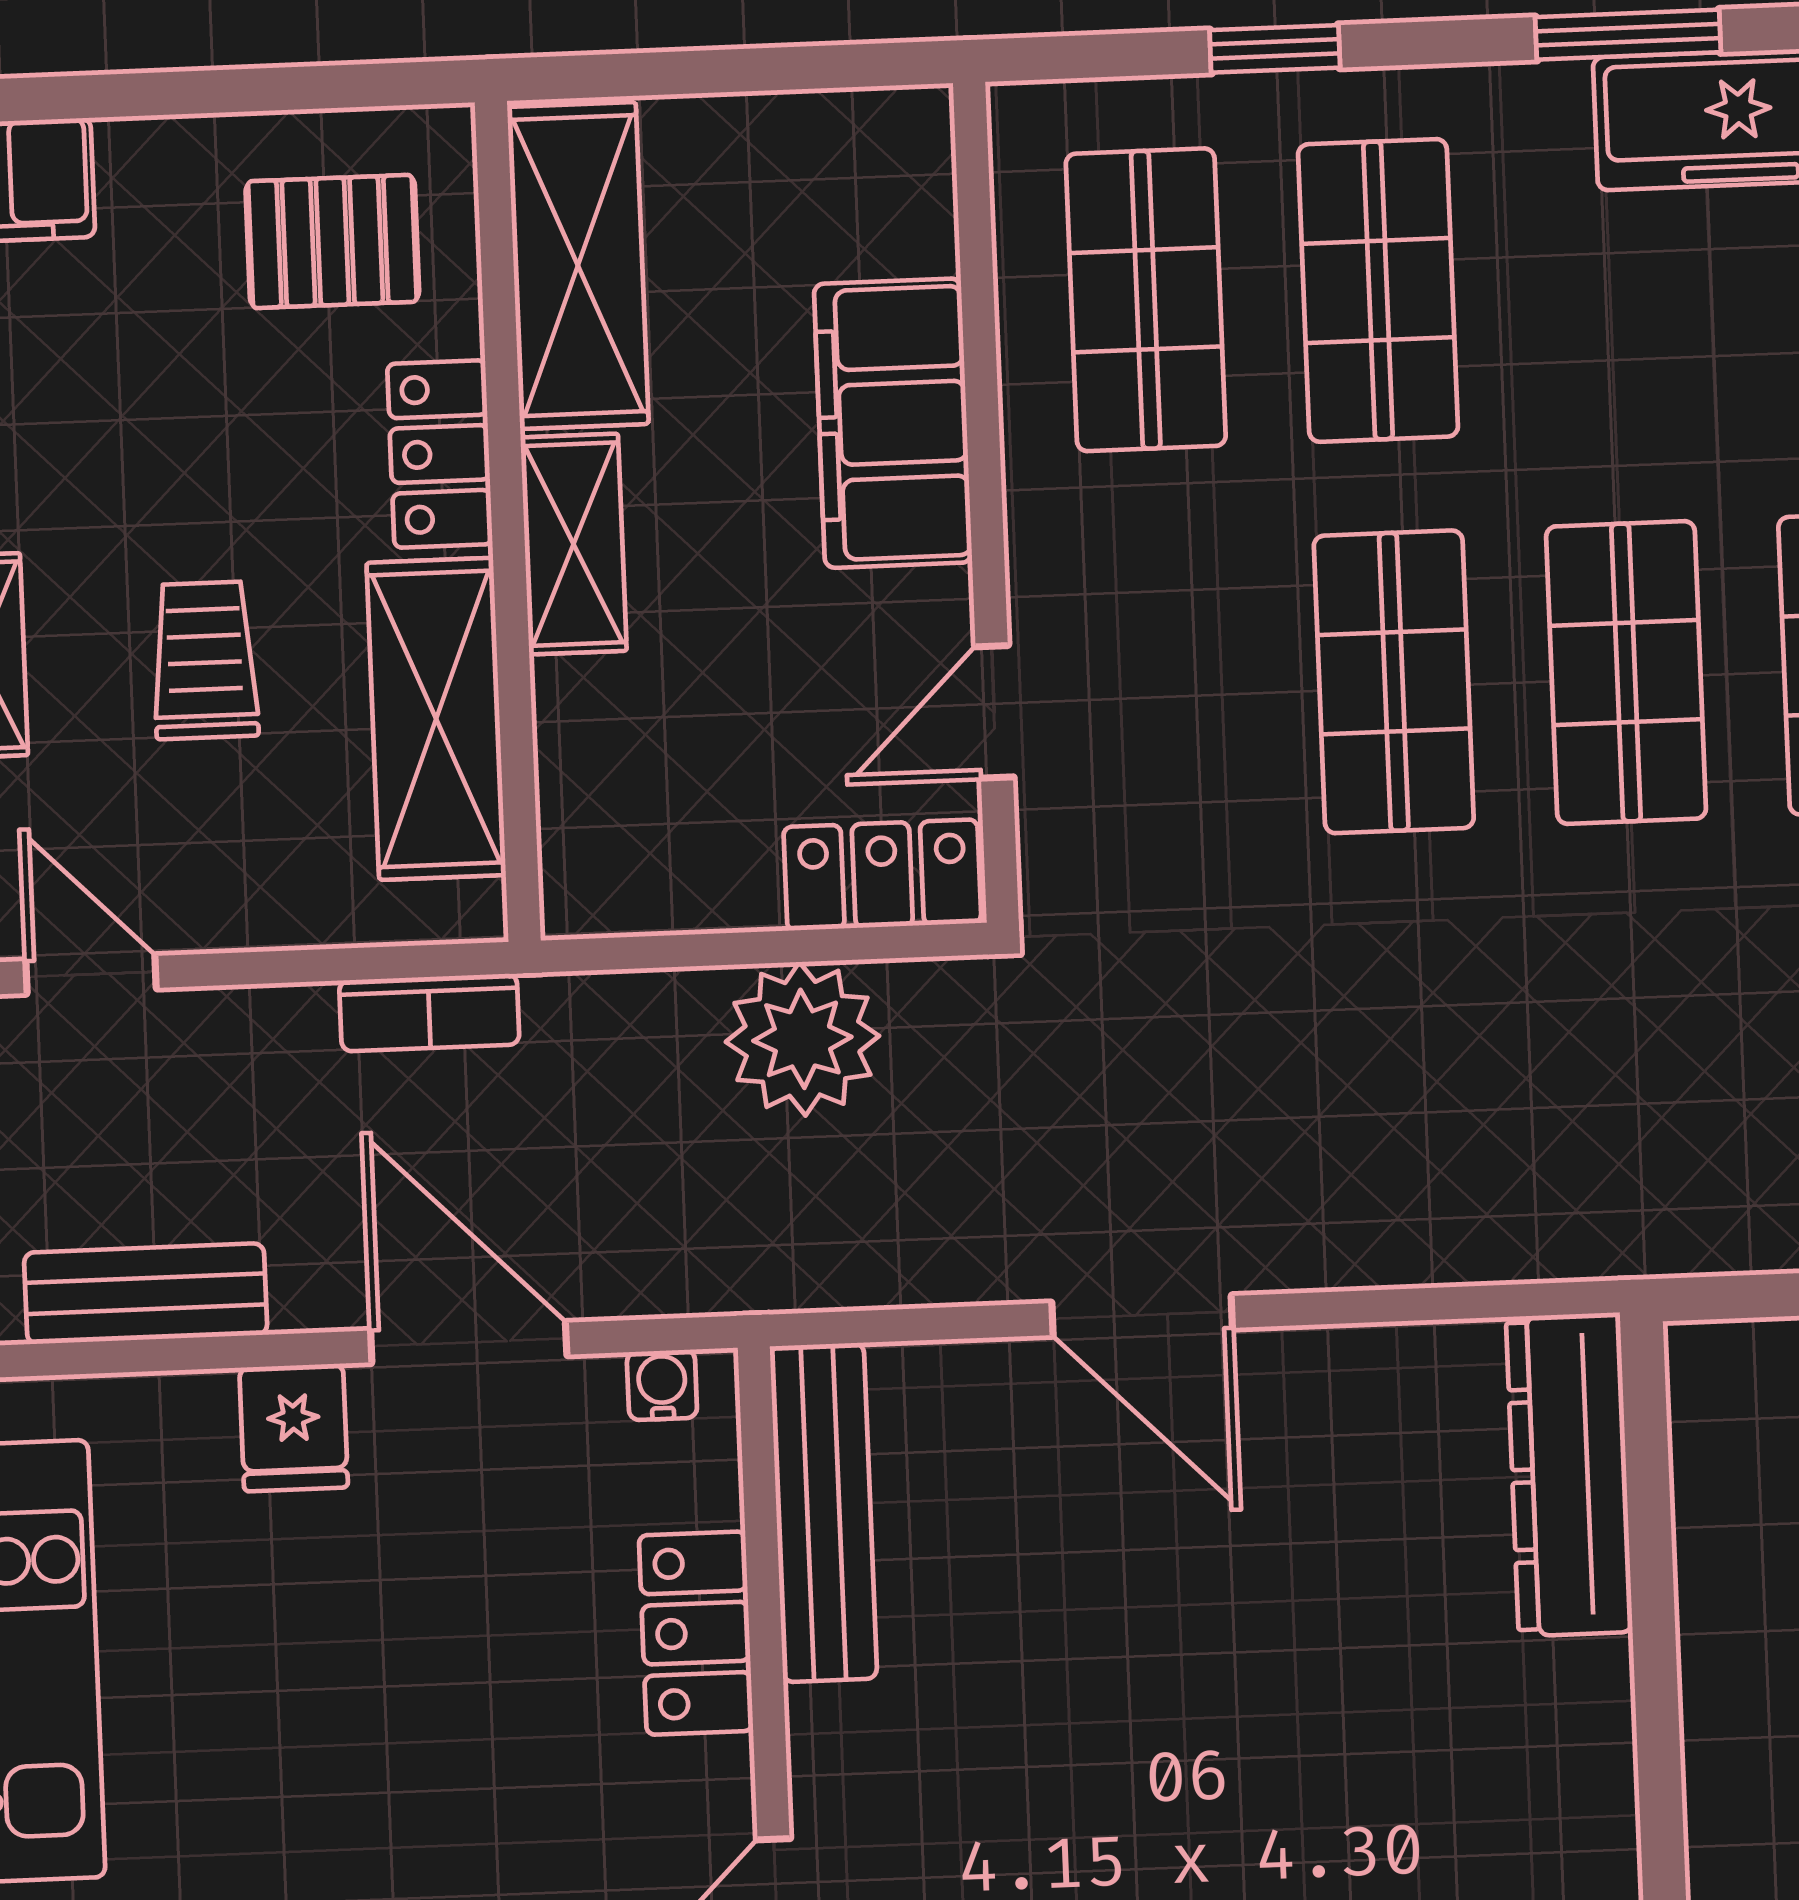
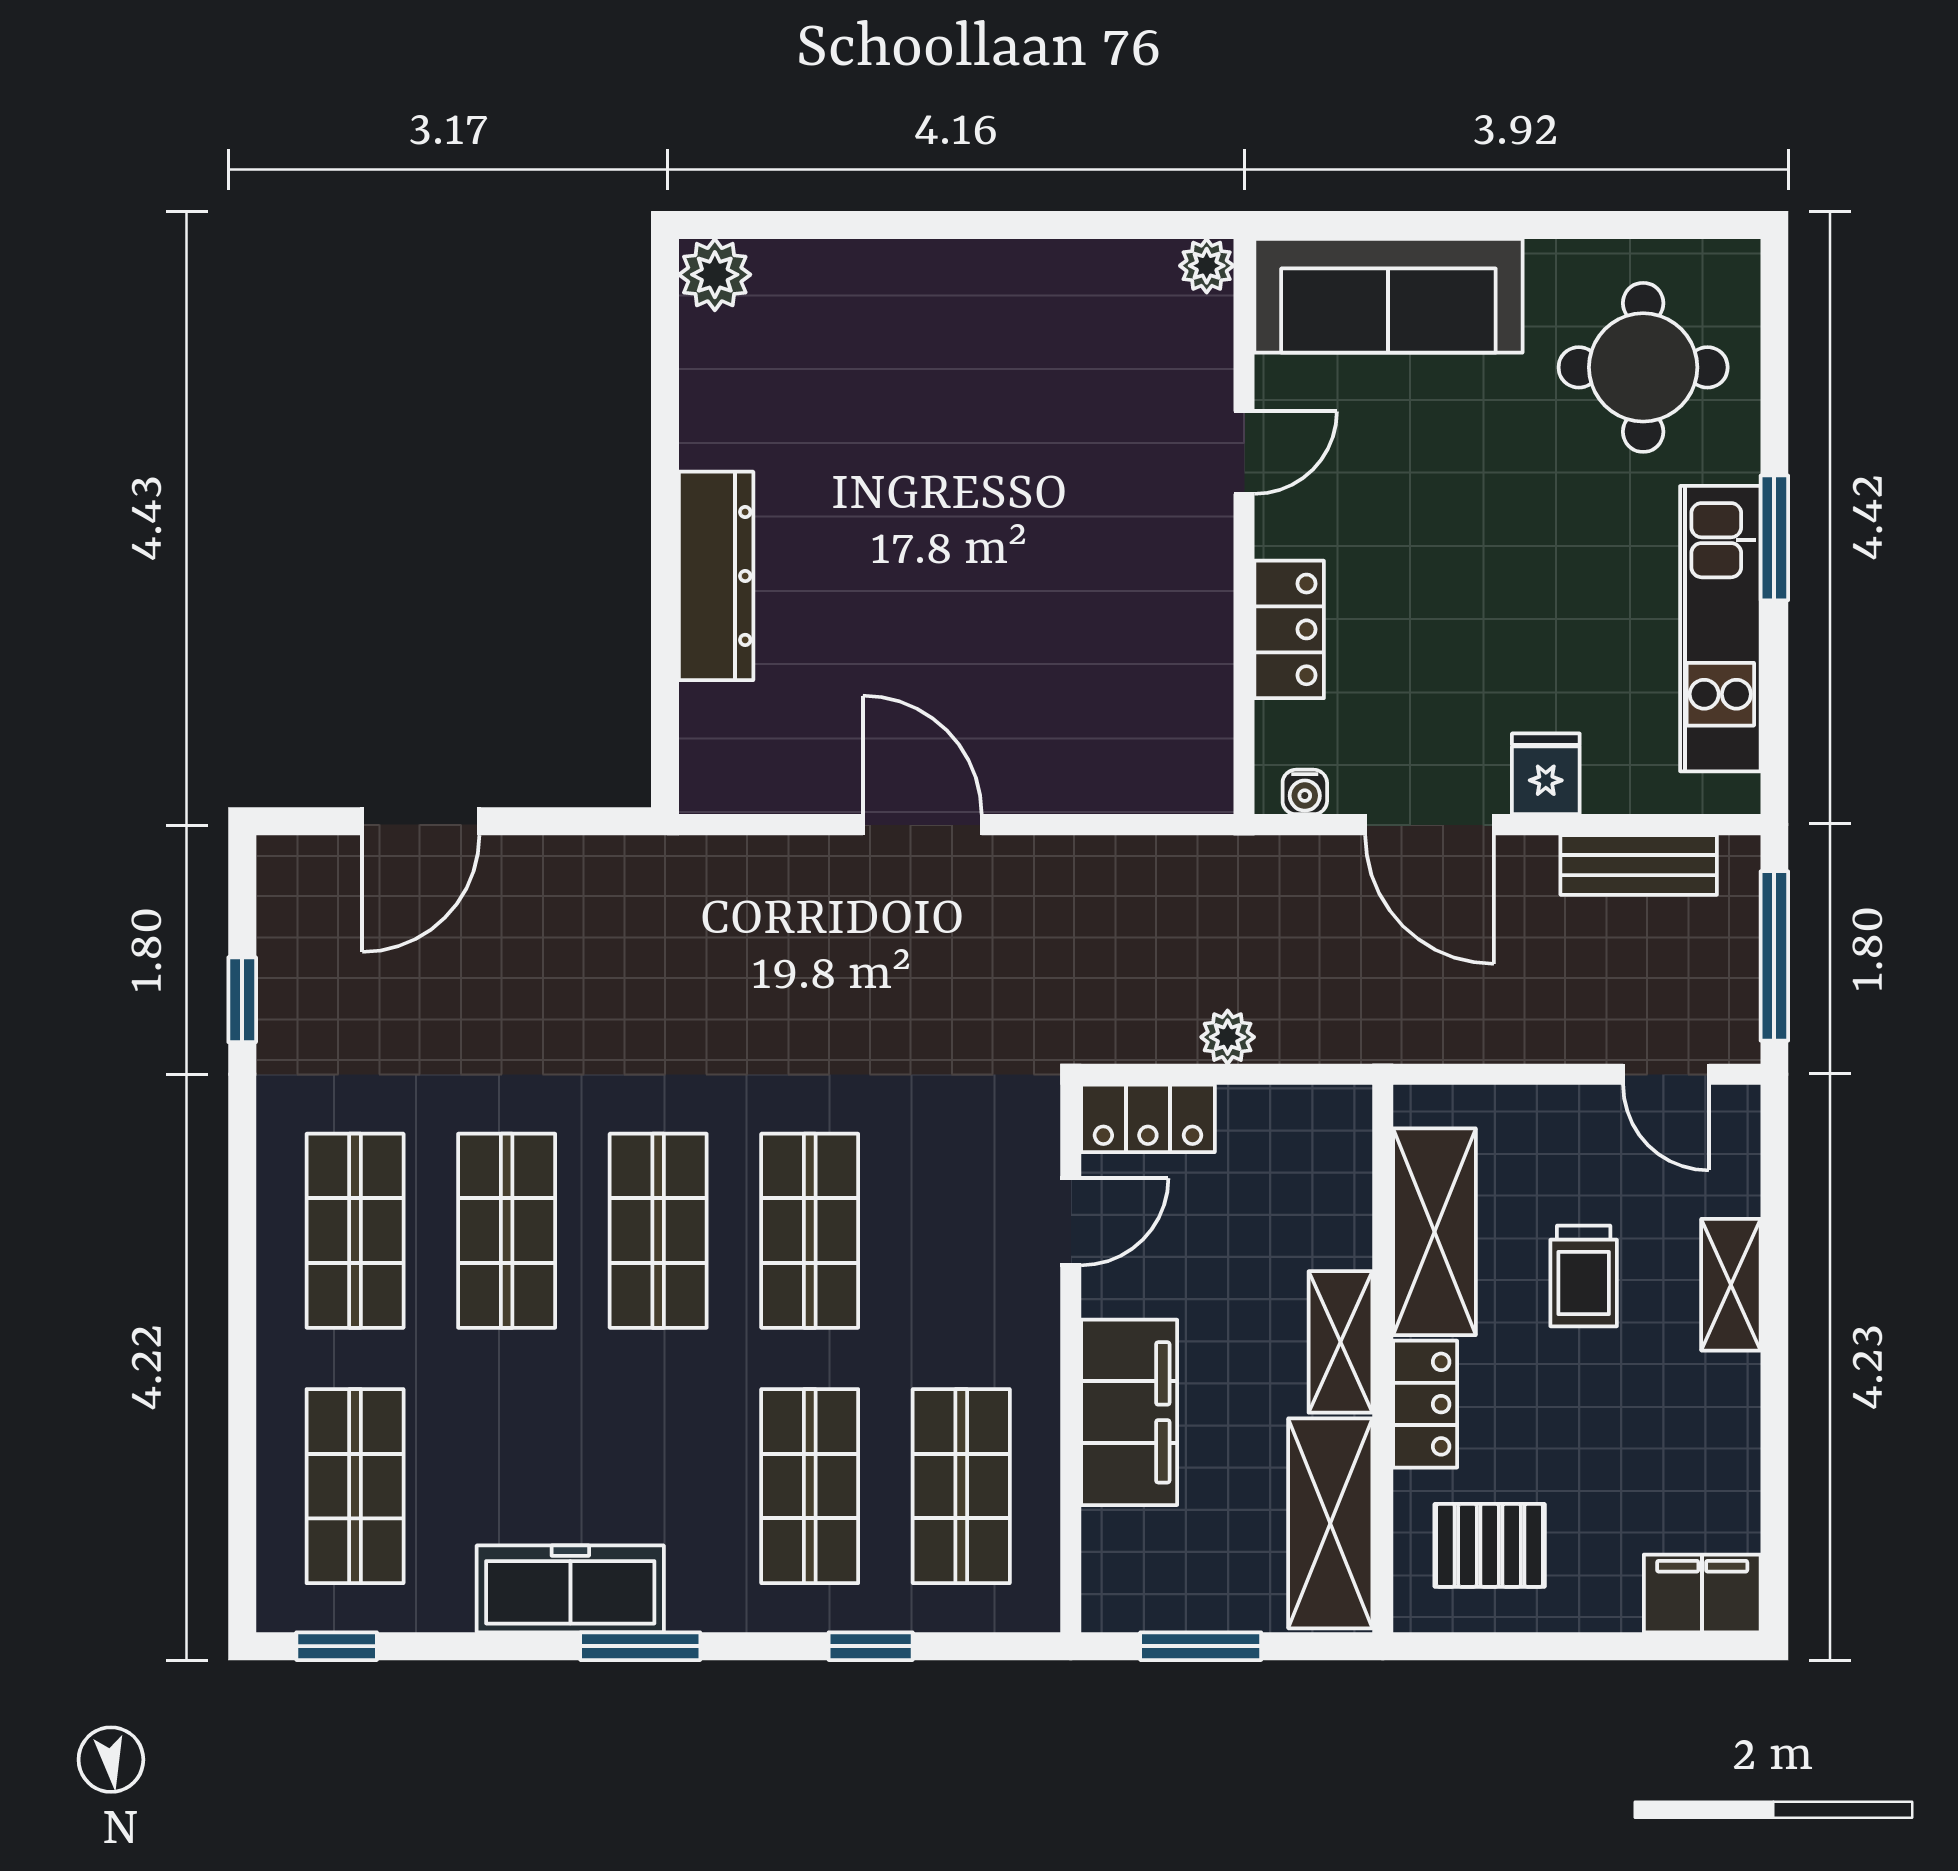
window: (769, 69) -> (1201, 1646), added
bookcase: (429, 1013) -> (1447, 1041), removed
plant: (802, 1039) -> (1228, 1037), width x0.53, depth x0.53
door: (1142, 1315) -> (922, 825), moved
dresser: (1569, 1474) -> (716, 576), moved
bench: (823, 1512) -> (1203, 705), removed

